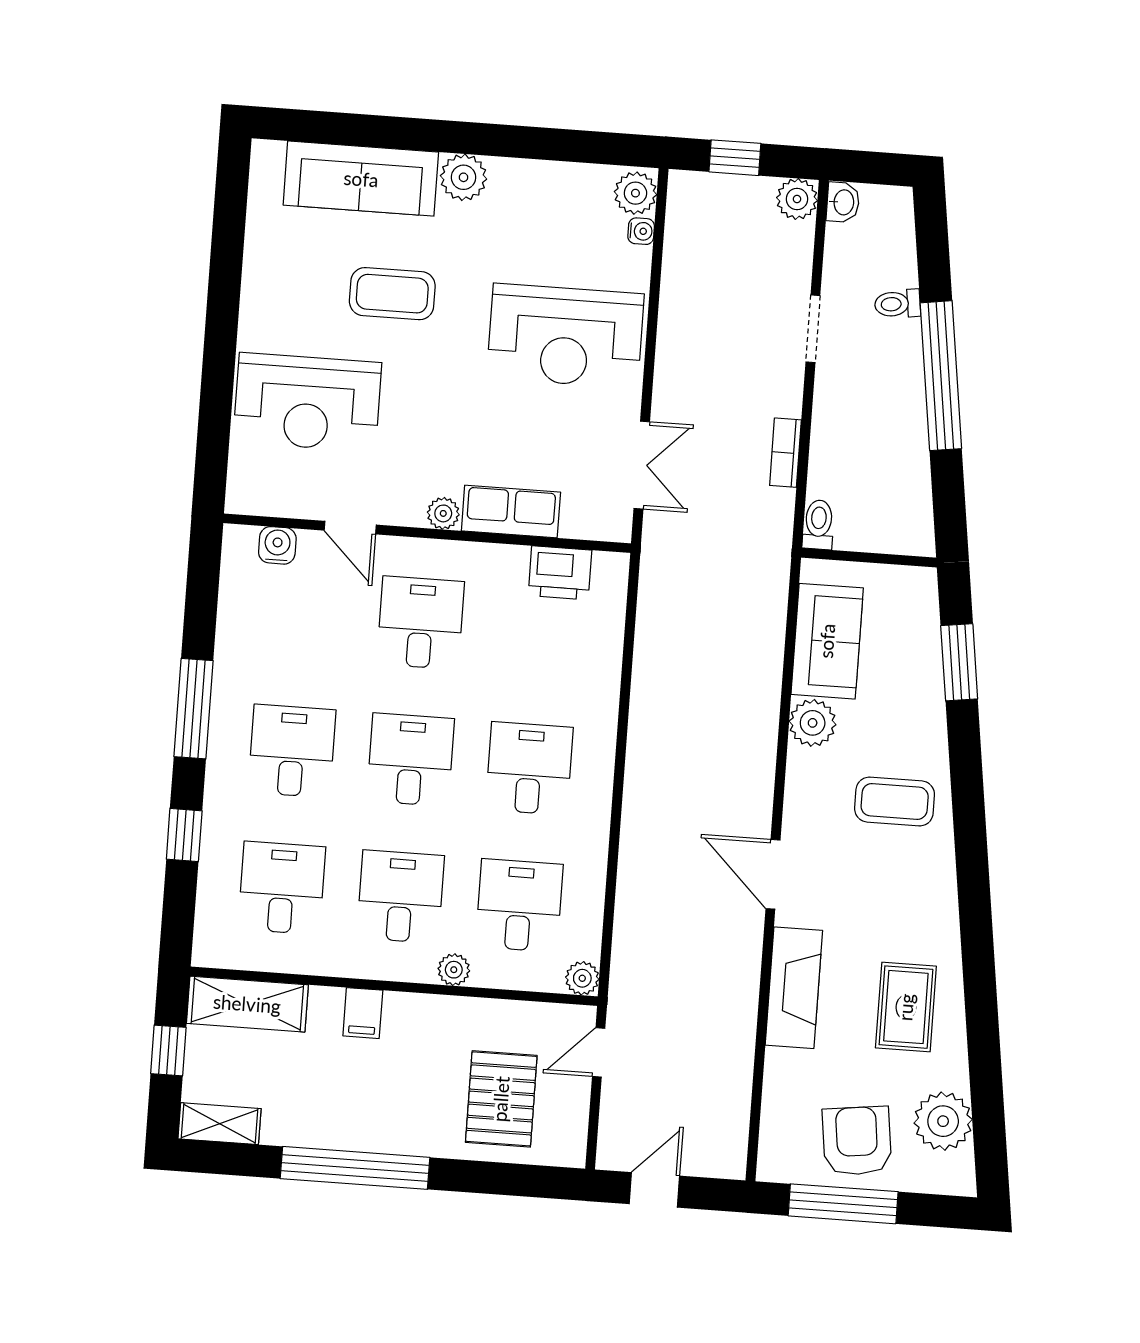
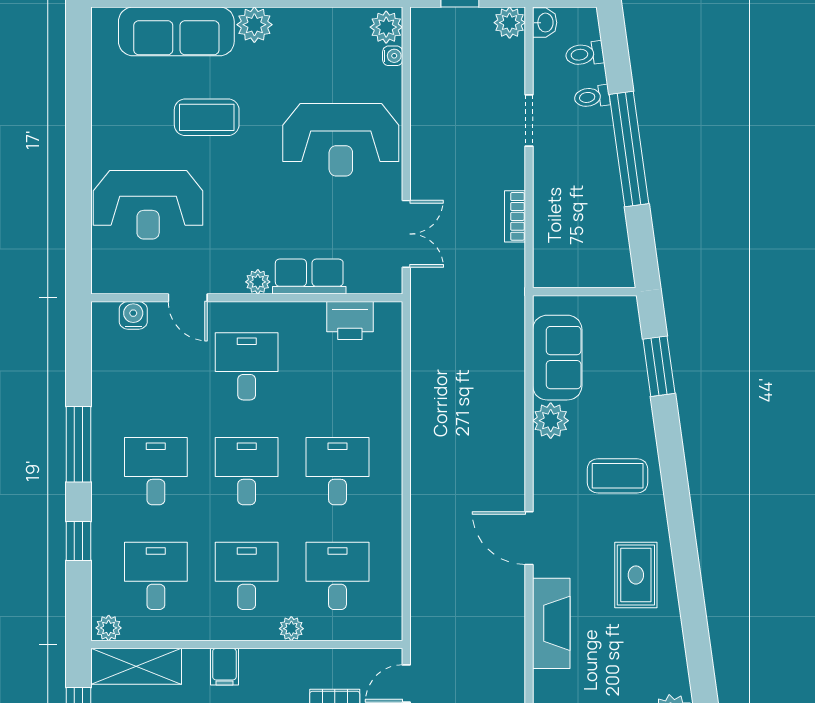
toilet: (818, 525) -> (585, 54), moved, turned -98
plant: (582, 978) -> (109, 628), moved
rug: (906, 1007) -> (636, 575), moved

